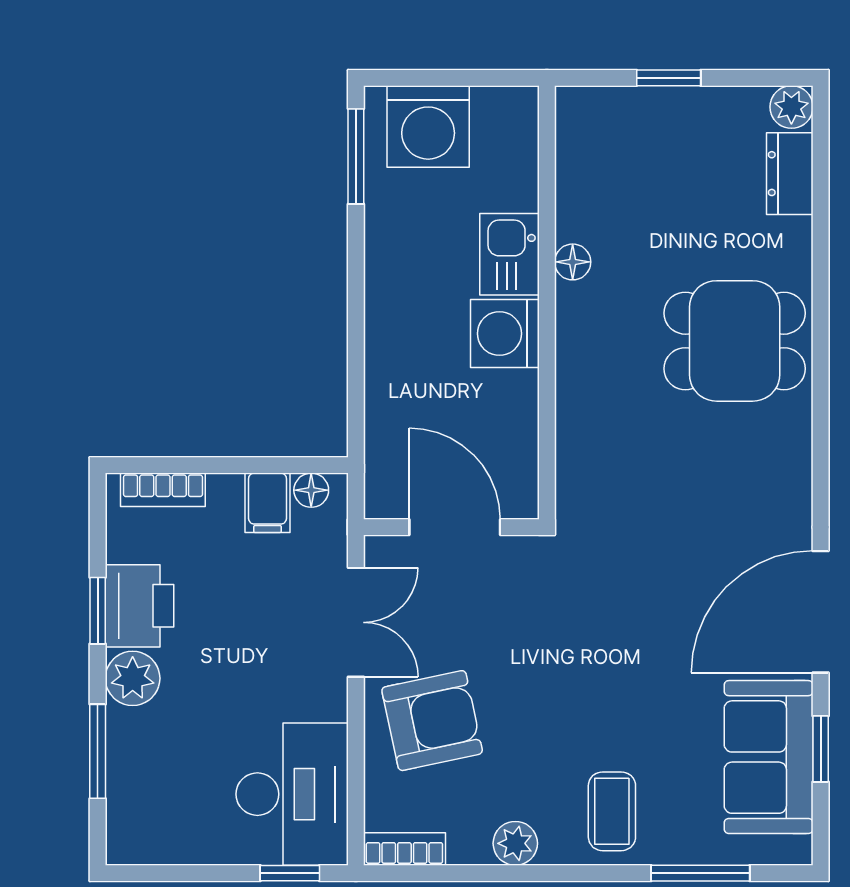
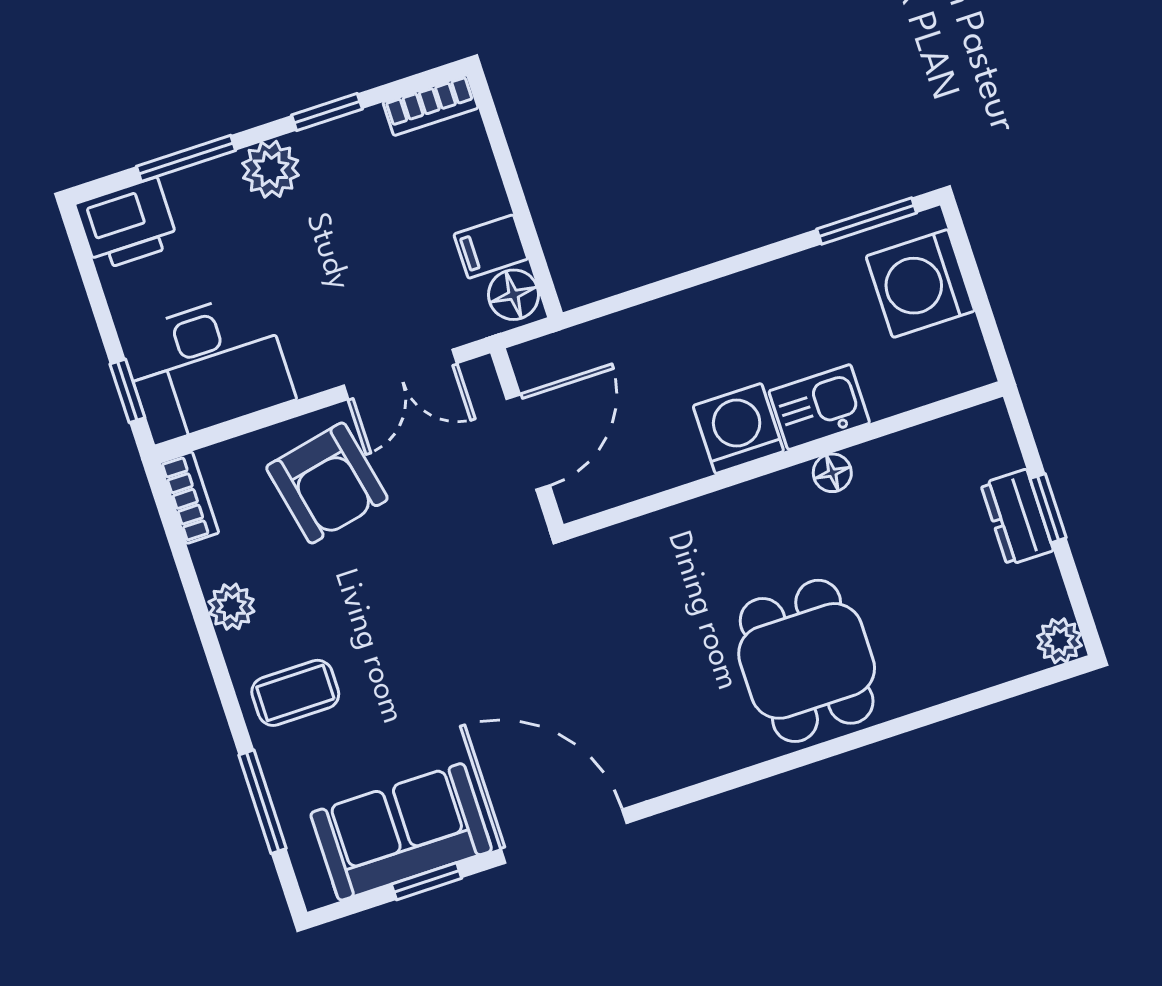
dresser: (790, 174) -> (1017, 517), moved, turned -90
bookcase: (163, 490) -> (431, 105), moved, turned -90
floor lamp: (311, 490) -> (514, 295), width x1.37, depth x1.37
printer: (139, 606) -> (127, 224), moved

